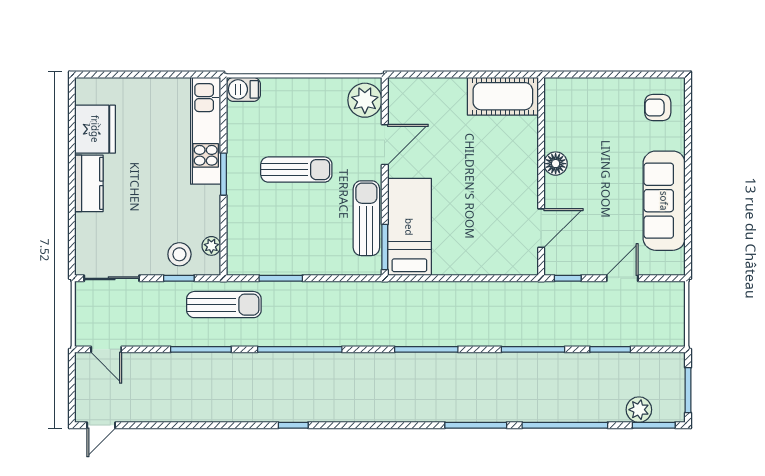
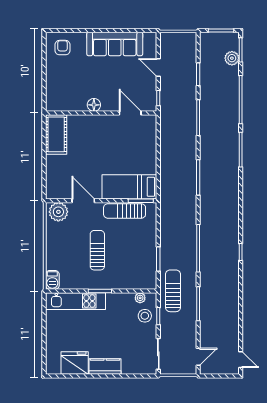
armchair: (658, 108) -> (63, 48), turned 180

